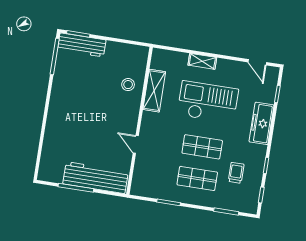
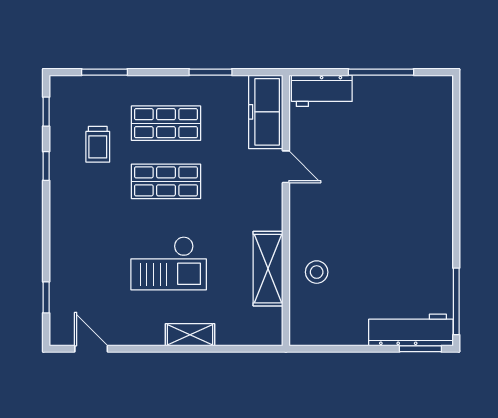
checkout: (208, 102) -> (169, 263), width x0.73, depth x0.83
freezer: (262, 123) -> (266, 112), moved, turned 180
workbench: (96, 178) -> (322, 91), width x0.53, depth x0.76

